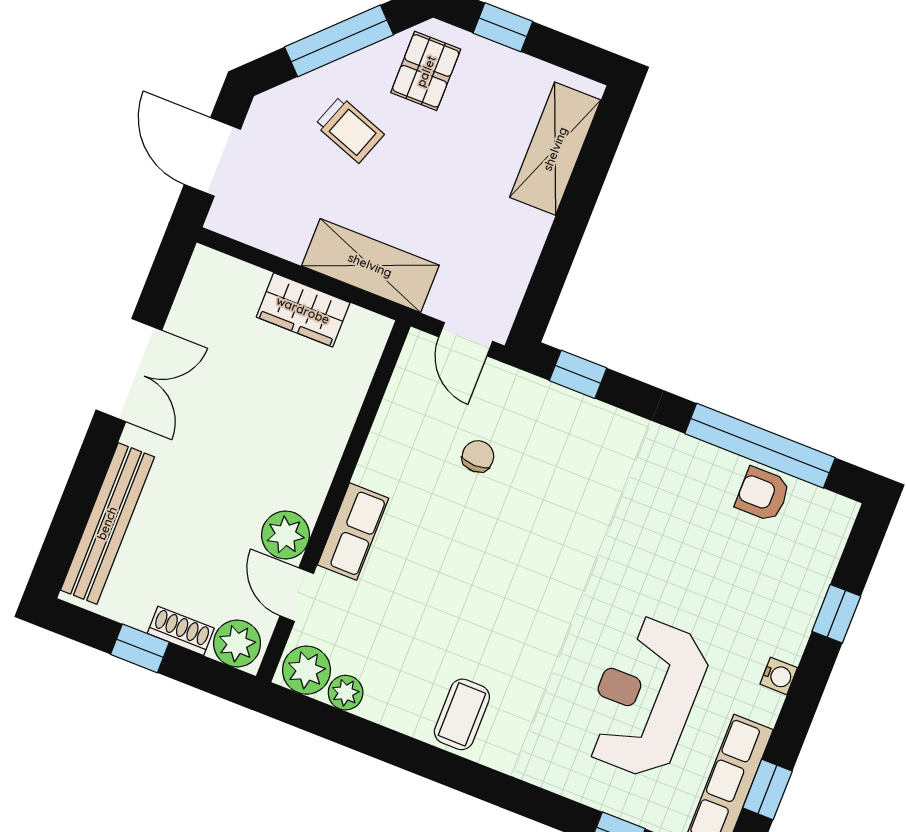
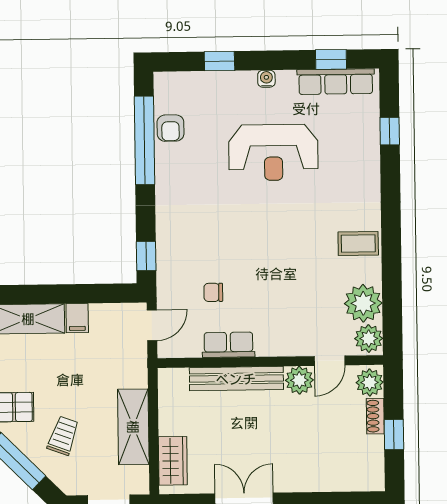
filing cabinet: (525, 227) -> (77, 318), added
shelving: (370, 265) -> (133, 427), moved
wardrobe: (303, 310) -> (173, 461), moved
bench: (107, 523) -> (236, 379), moved
row of seats: (353, 531) -> (228, 345), moved
plant: (346, 693) -> (363, 303), width x1.88, depth x1.88
reception desk: (645, 697) -> (273, 152), moved

